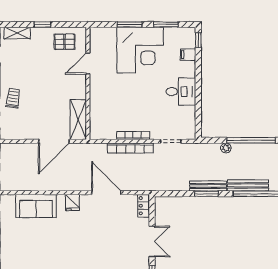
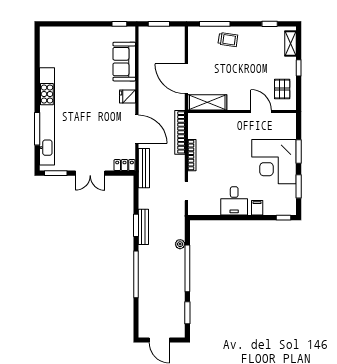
filing cabinet: (188, 55) -> (257, 208), moved
bookcase: (130, 148) -> (180, 132), moved
bench: (248, 185) -> (144, 168), moved
door: (106, 193) -> (137, 129), hinge flipped

